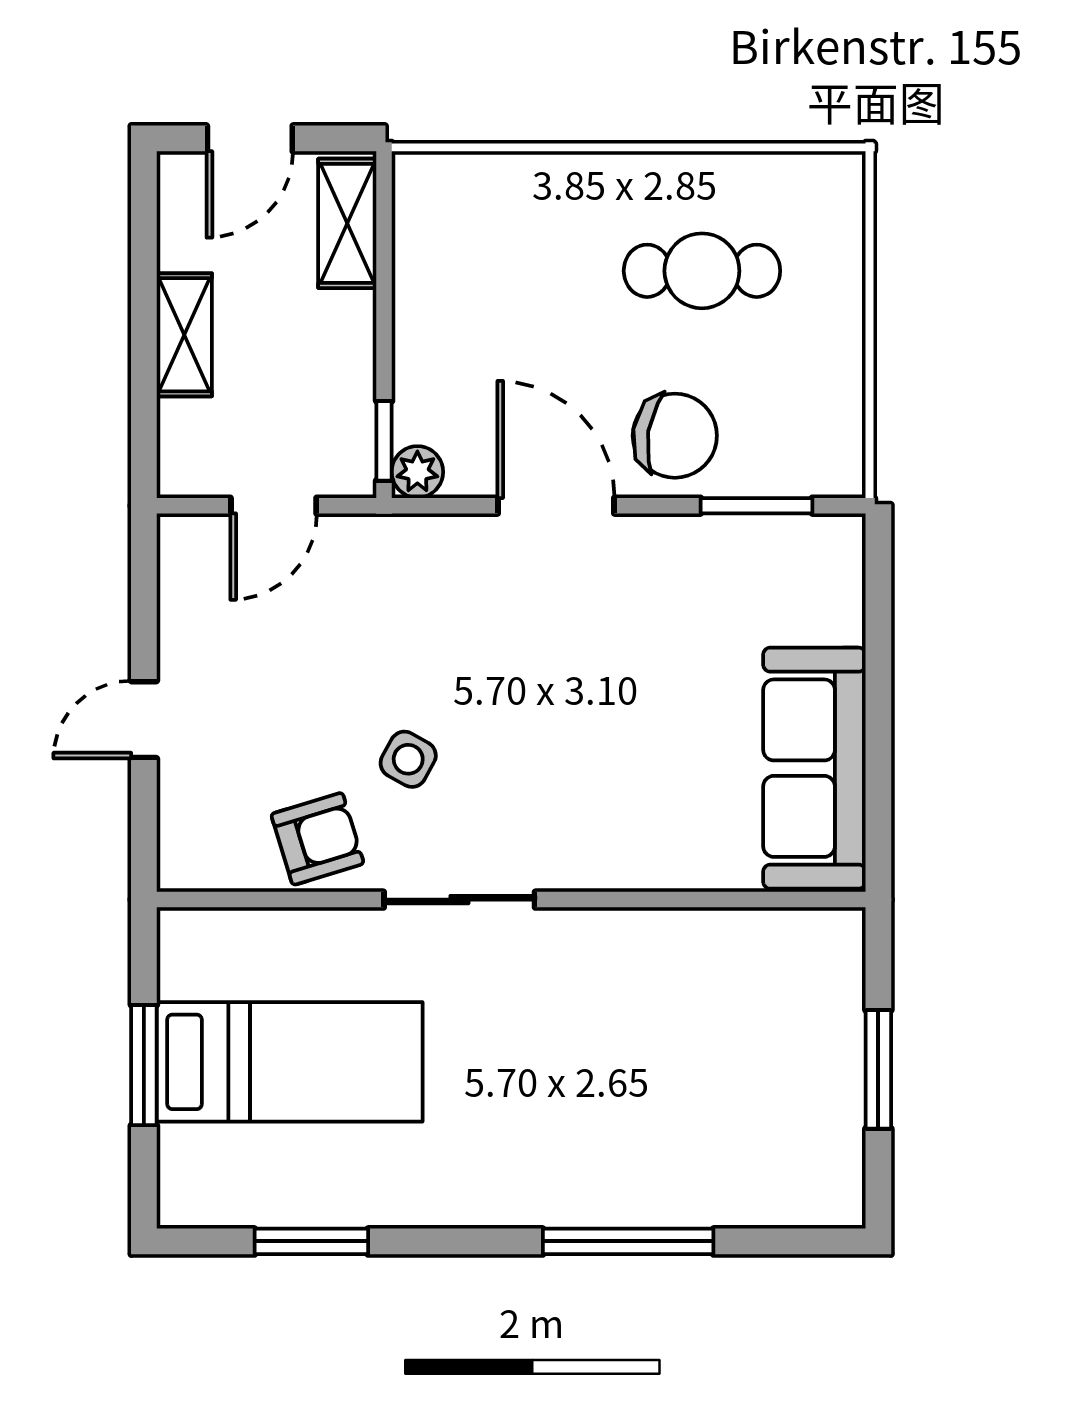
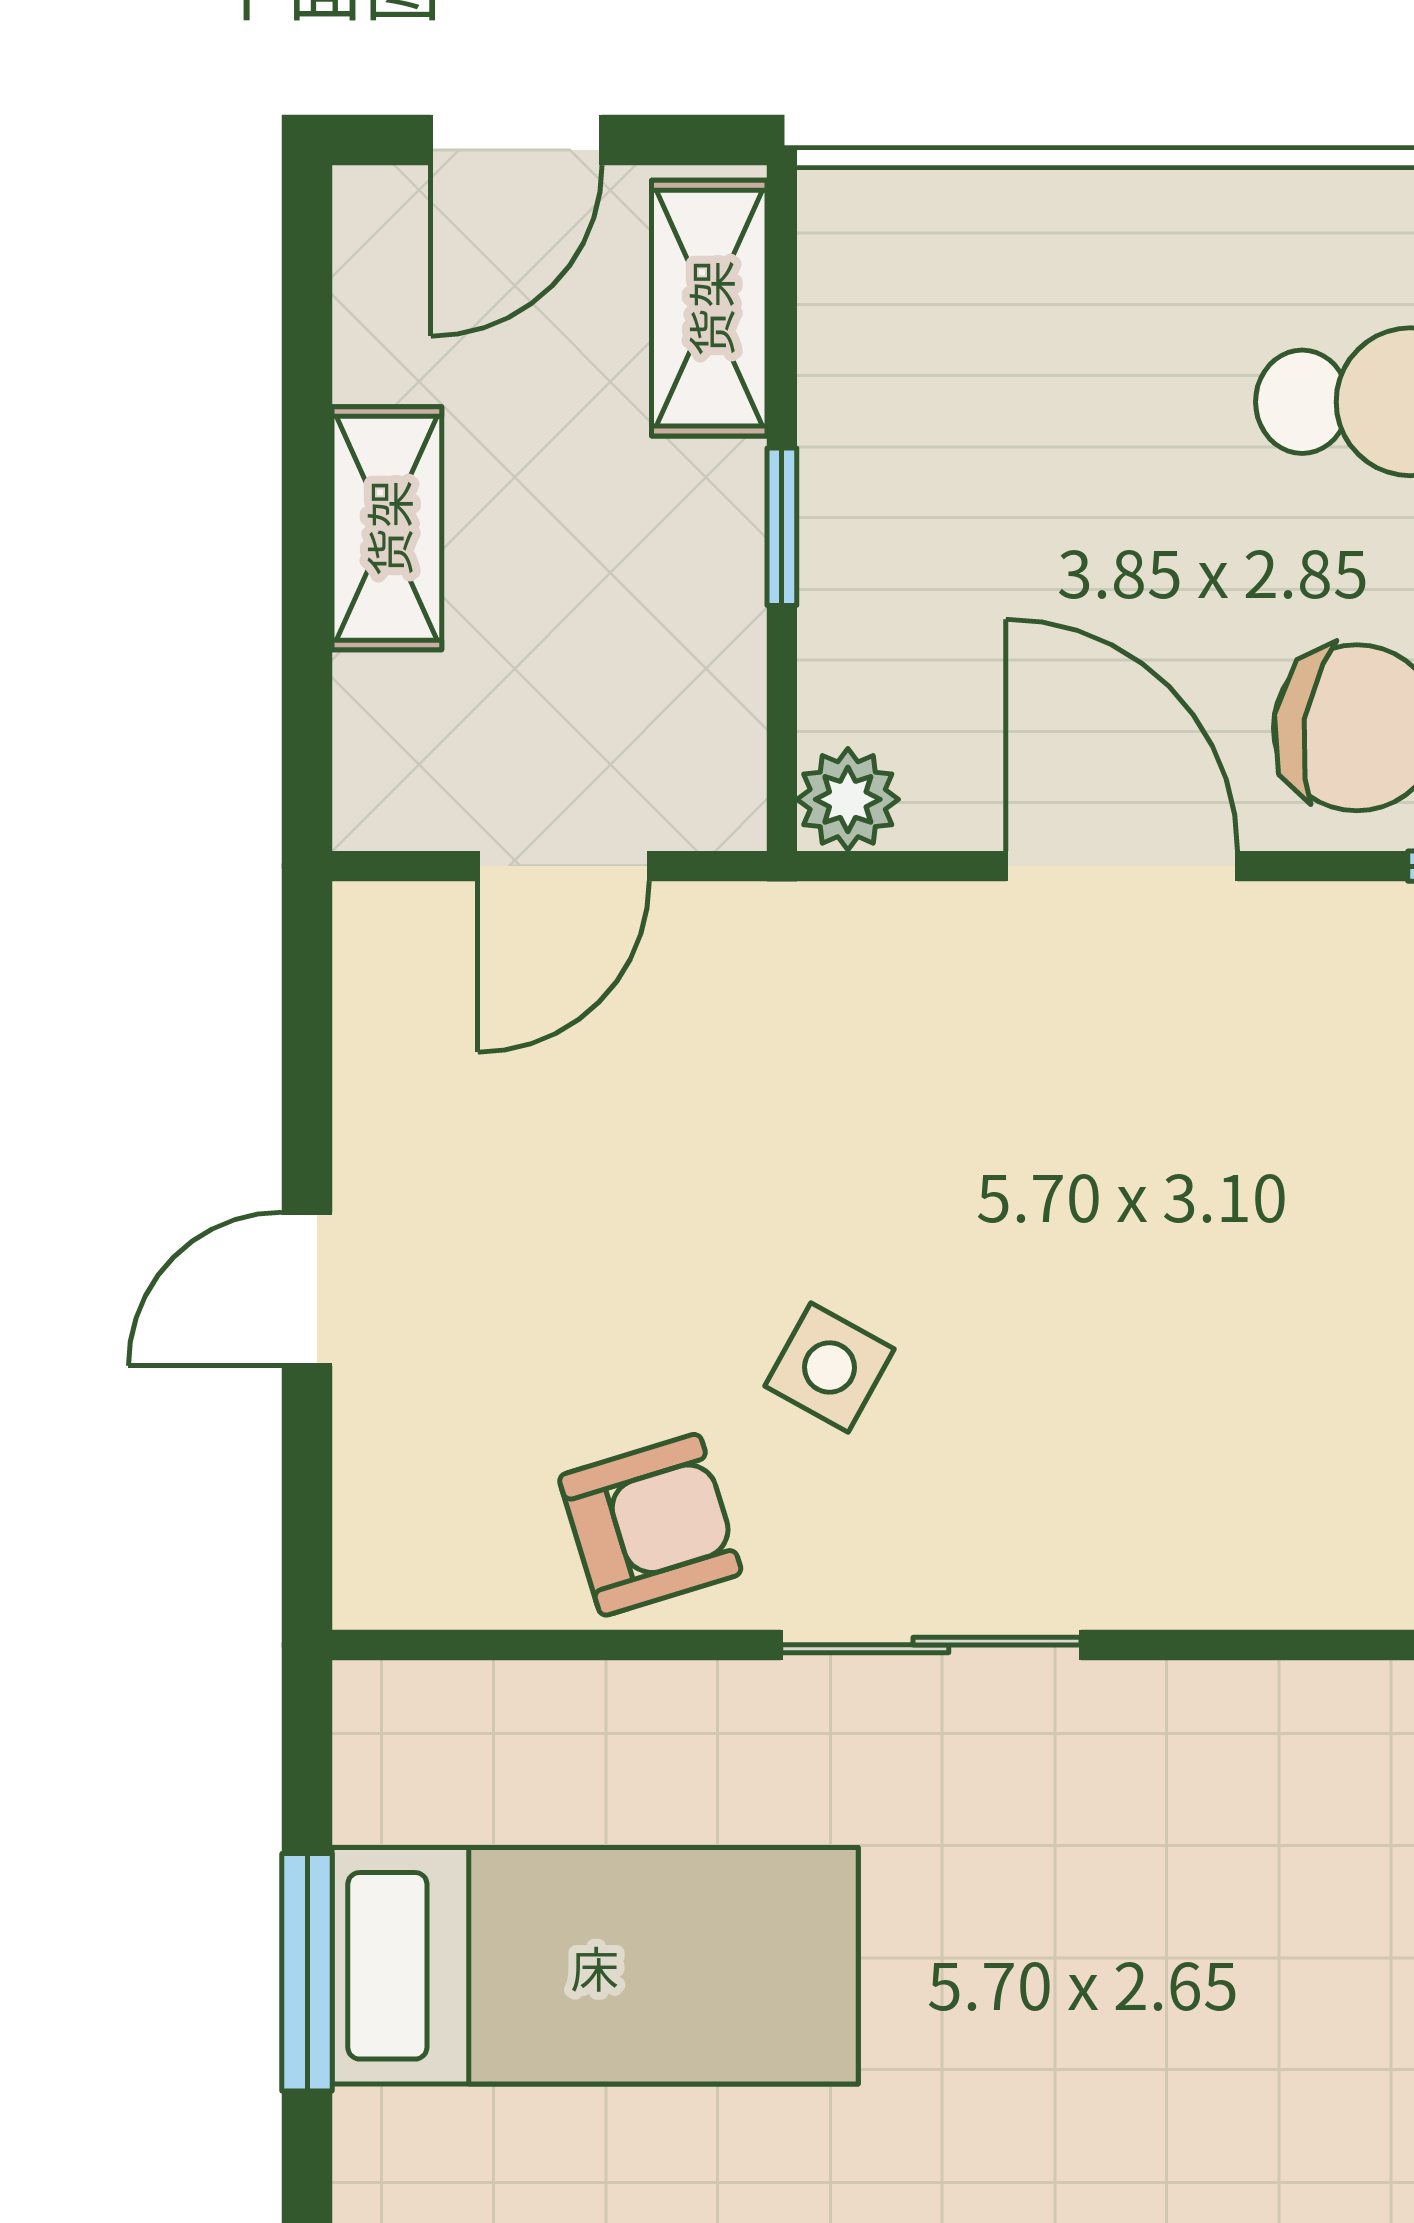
window: (384, 441) -> (782, 527), moved

